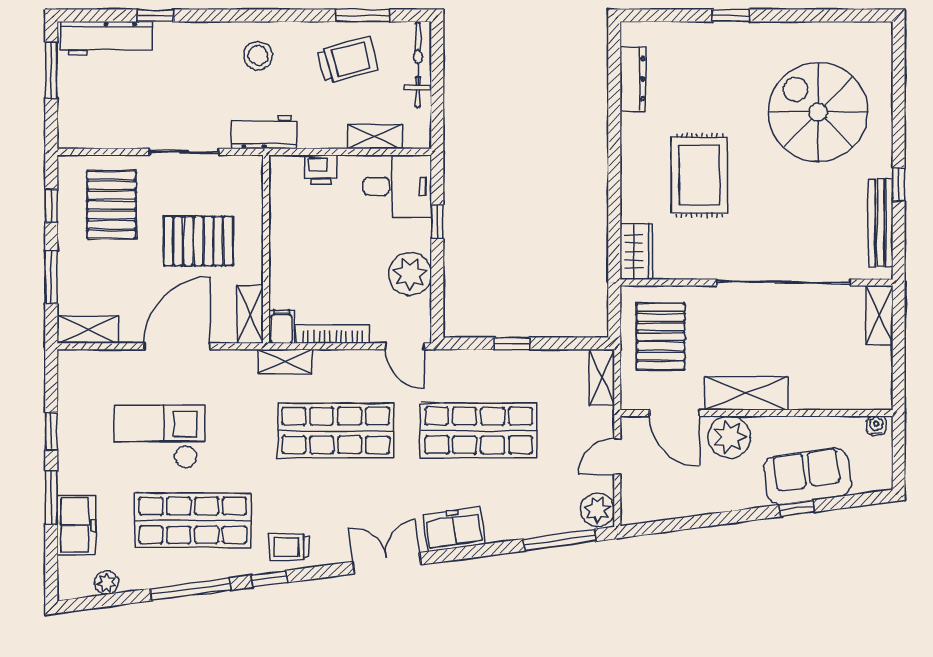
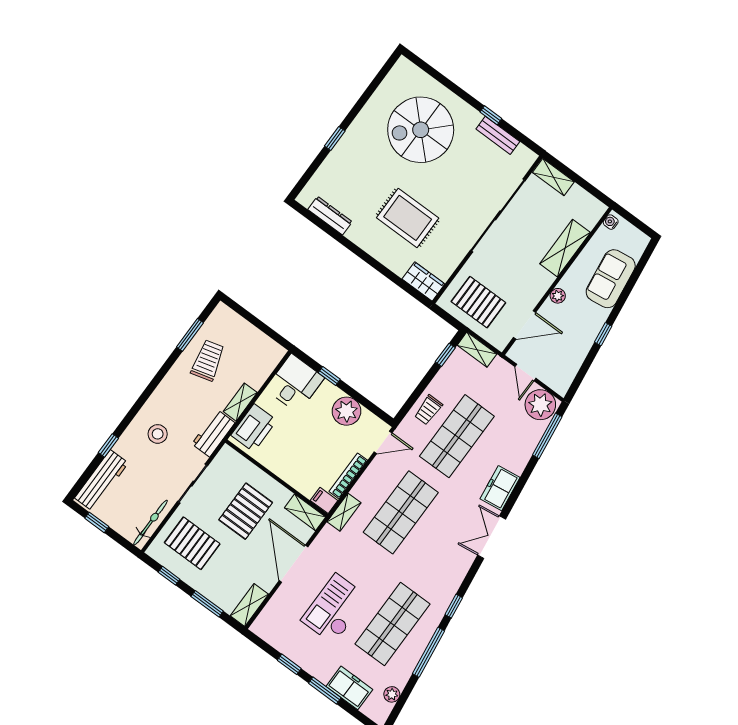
stool: (258, 56) -> (158, 434), moved
bicycle: (418, 65) -> (150, 523), moved, turned 90
window: (51, 70) -> (97, 522), width x0.67
shelving: (375, 137) -> (240, 402), moved
printer: (321, 169) -> (254, 428), width x1.87, depth x1.48
bench: (881, 223) -> (498, 135), width x0.73
window: (512, 343) -> (445, 355), moved
shelving: (746, 393) -> (565, 248), moved
plant: (729, 437) -> (558, 296), width x0.53, depth x0.53
window: (797, 508) -> (603, 334), moved
plant: (597, 510) -> (540, 405), width x1.36, depth x1.36
trolley: (289, 547) -> (428, 410), moved

